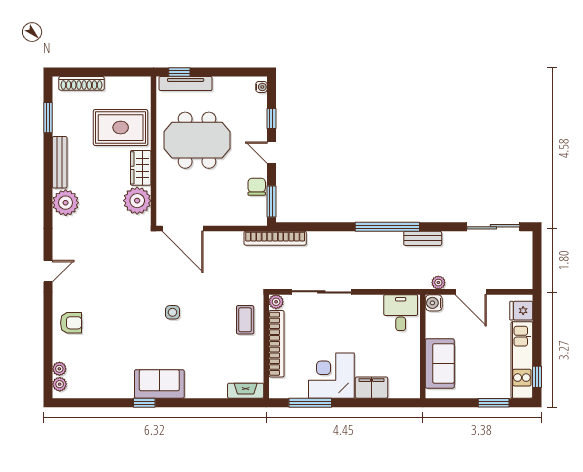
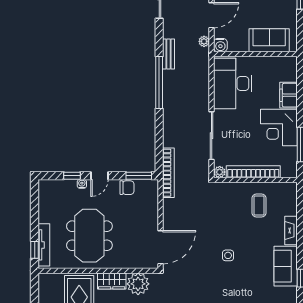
water cooler: (261, 87) -> (82, 184), moved
chair: (257, 187) -> (127, 188), turned 180
desk: (401, 313) -> (233, 83), width x1.87, depth x1.30
coffee table: (245, 320) -> (259, 205), moved, turned 90
fireplace: (246, 391) -> (291, 230), moved

